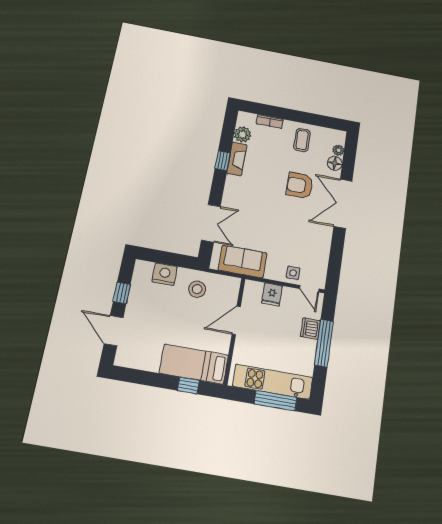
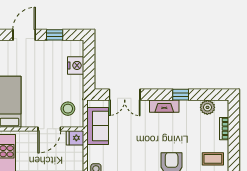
fireplace: (237, 159) -> (164, 106), moved
stool: (197, 289) -> (68, 109), moved
fridge: (272, 294) -> (75, 138), moved
door: (236, 320) -> (49, 129), swing flipped

